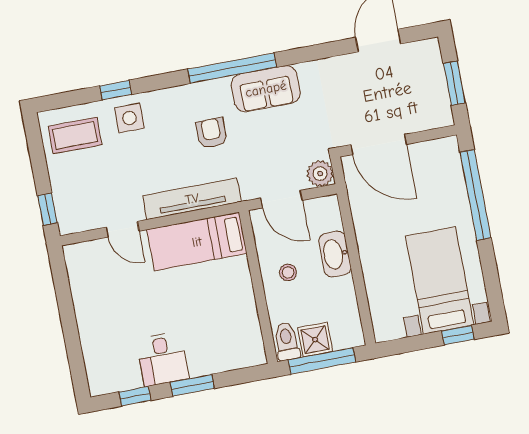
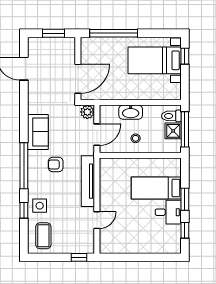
window: (232, 68) -> (24, 166), moved
bed: (197, 242) -> (156, 188), moved, turned 90
toilet: (287, 341) -> (171, 116), moved

